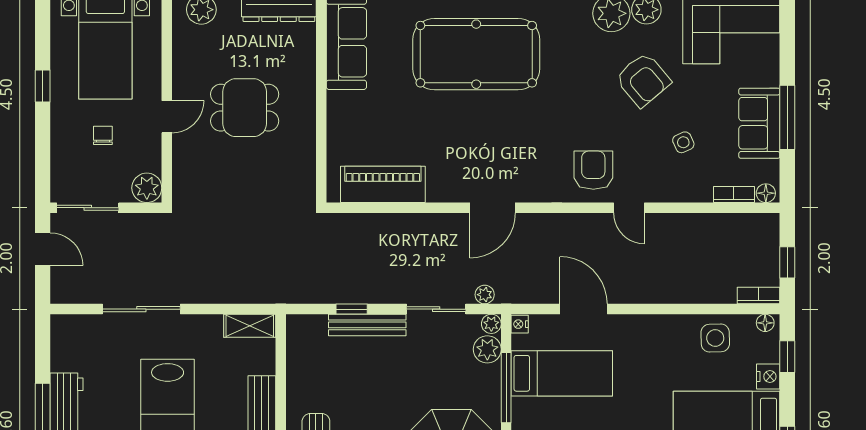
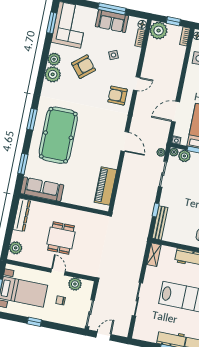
plant: (147, 188) -> (75, 284), moved
plant: (759, 233) -> (159, 31), added
bench: (367, 325) -> (160, 223), moved

